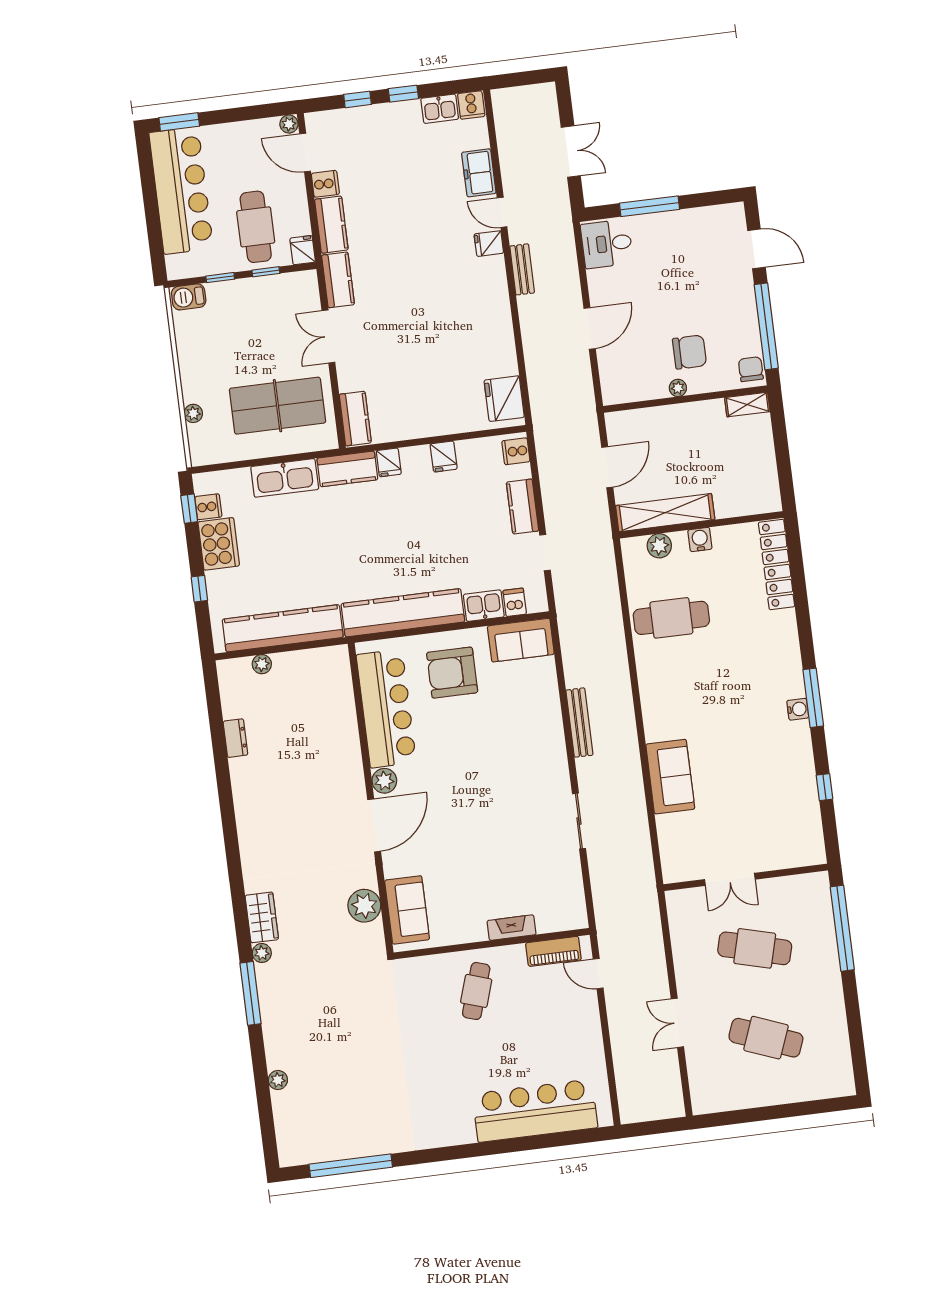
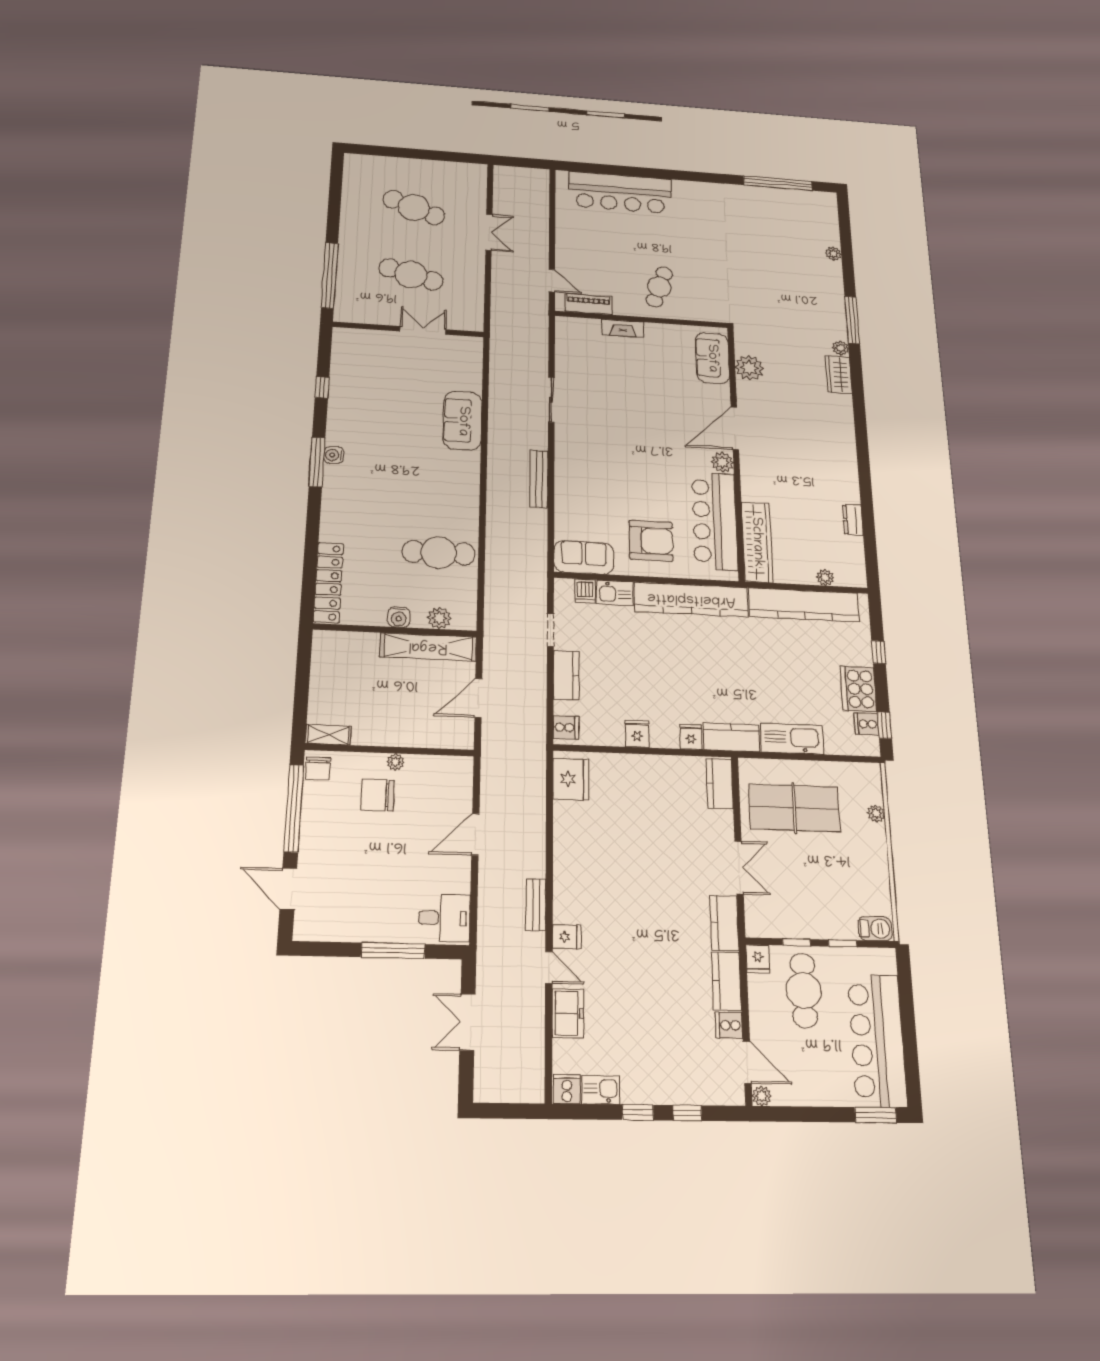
wardrobe: (339, 692) -> (757, 542), added

